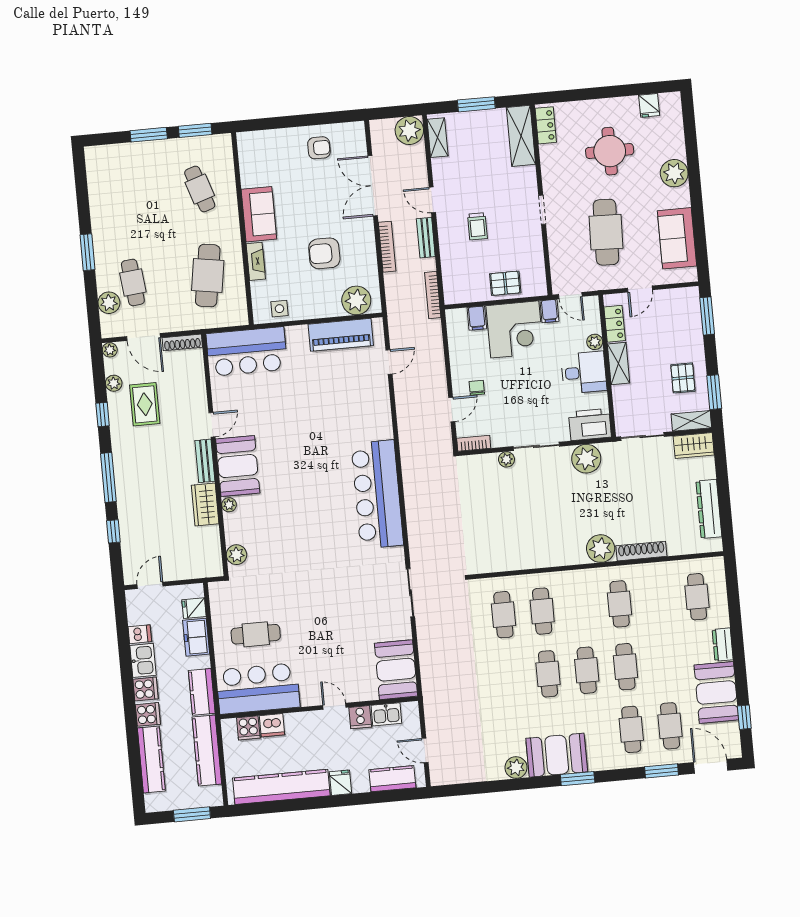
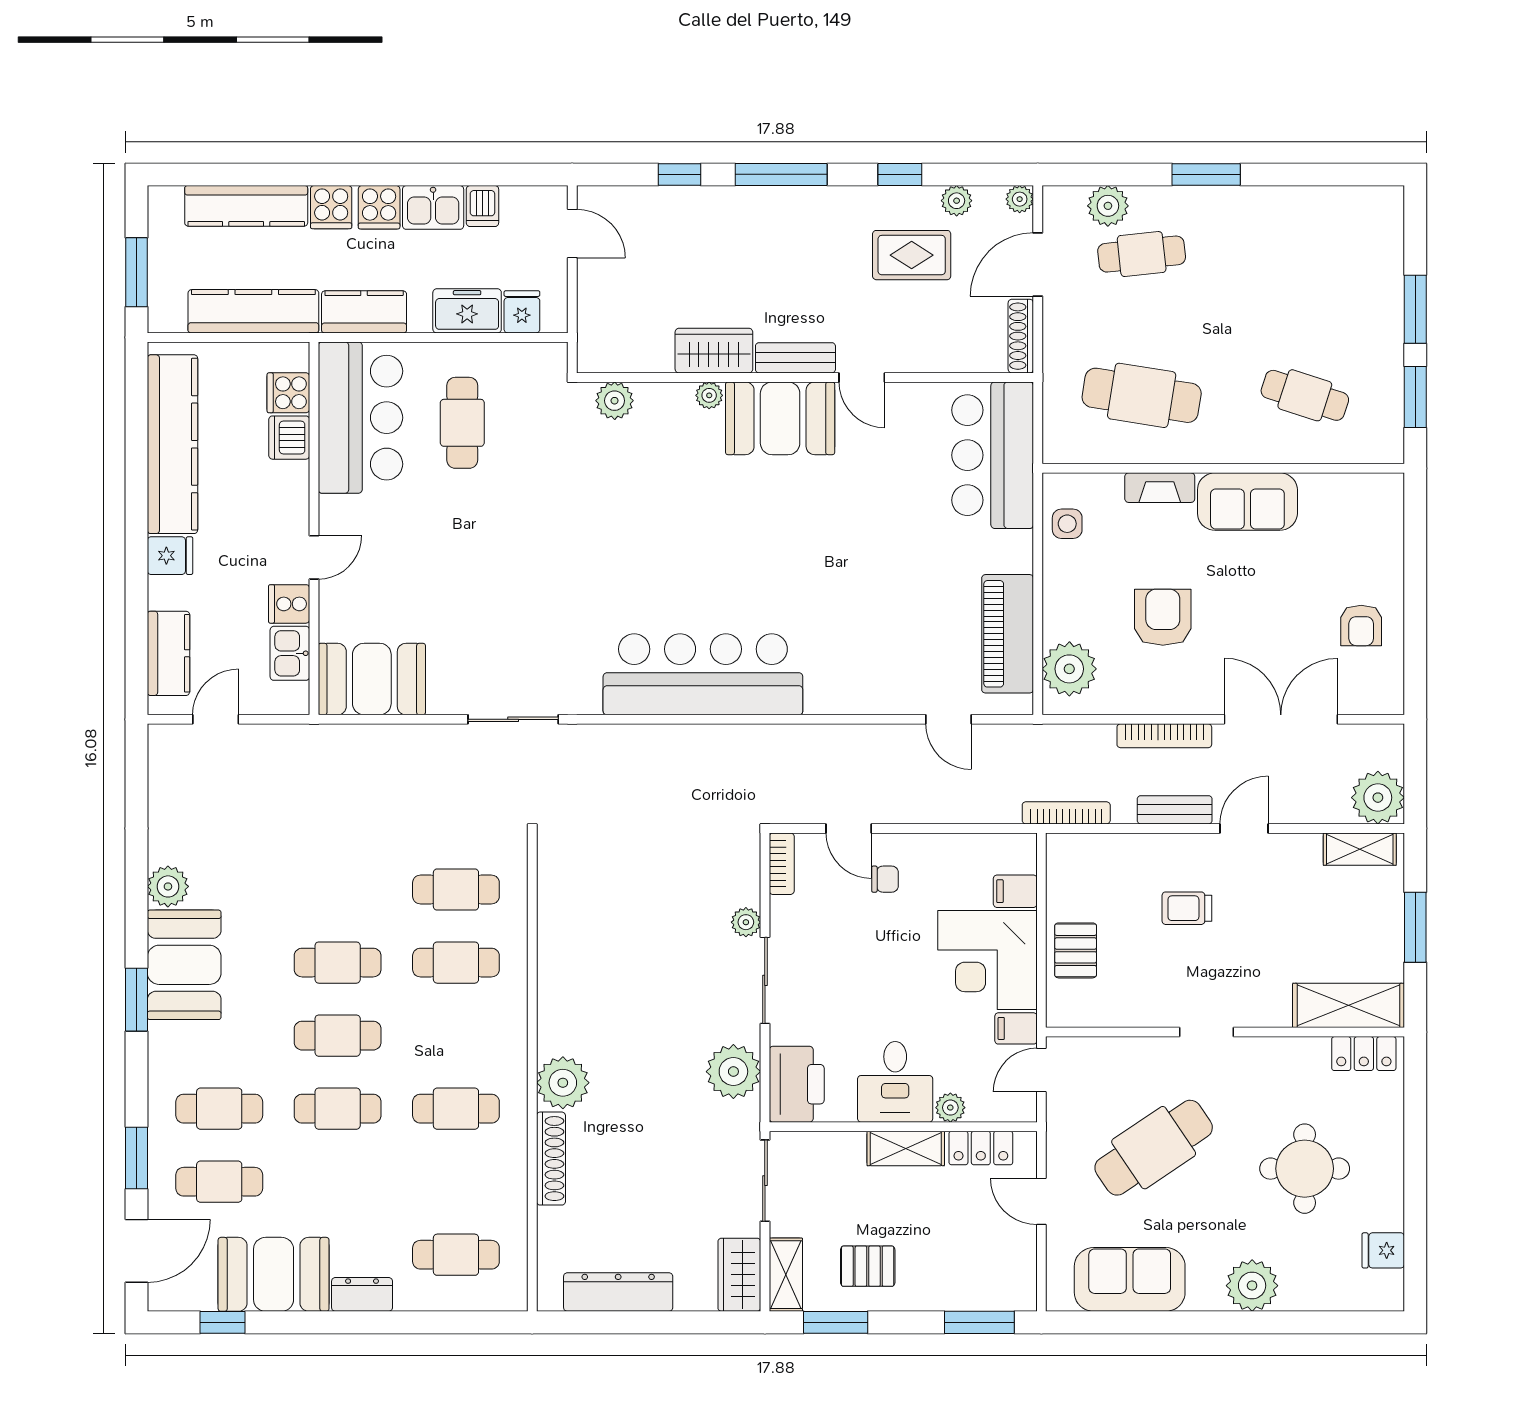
cafe table: (200, 189) -> (1305, 395), turned 36
cafe table: (606, 232) -> (1154, 1148), turned -36

